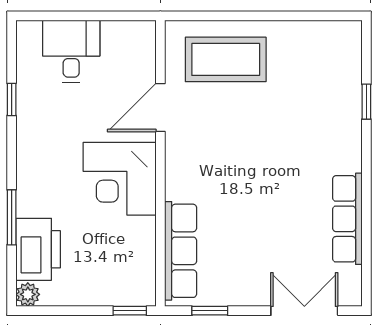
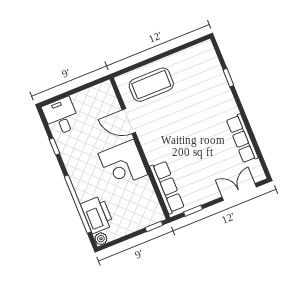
desk: (71, 51) -> (61, 116), moved
door: (160, 108) -> (129, 121), hinge flipped
window: (12, 217) -> (78, 204), width x2.11

